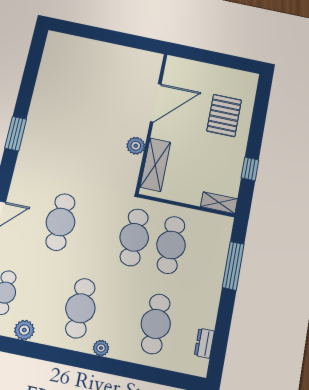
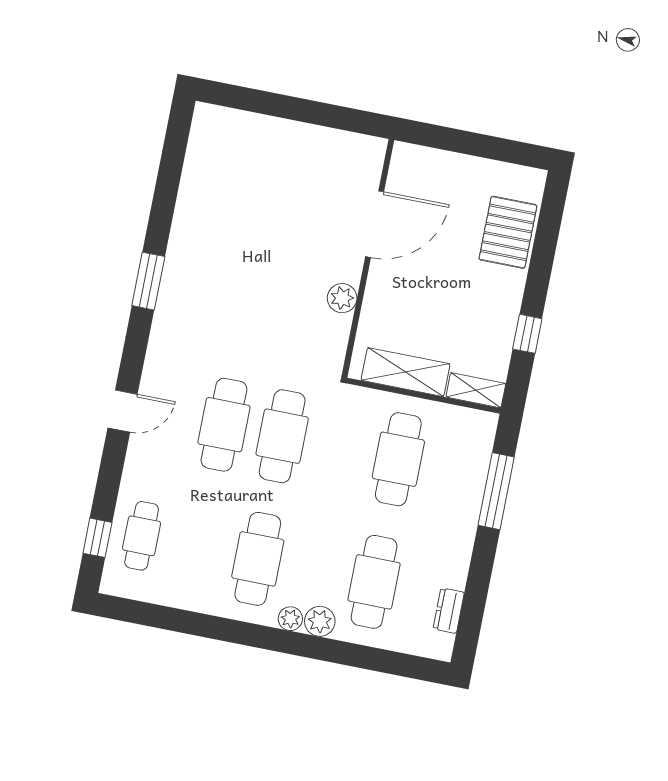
pallet: (224, 115) -> (508, 232), moved
shelving: (155, 165) -> (406, 372), moved, turned 90
cafe table: (134, 237) -> (282, 436), moved
plant: (24, 330) -> (320, 621), moved

